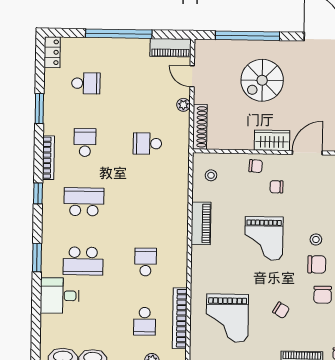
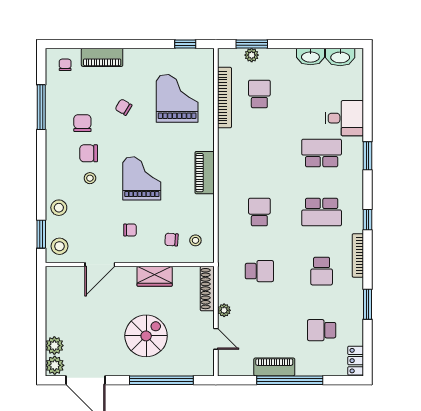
piano: (170, 48) -> (274, 367), moved
wardrobe: (272, 140) -> (155, 276), moved
chair: (256, 166) -> (172, 240), moved
piano: (201, 223) -> (205, 173), moved
school desk: (146, 262) -> (259, 212), moved, turned 180

